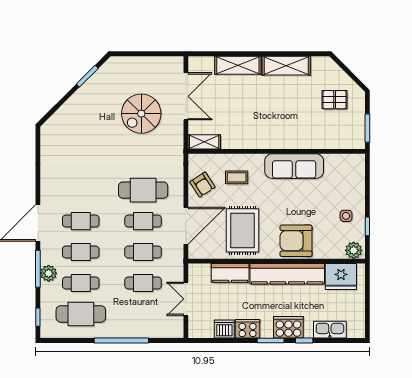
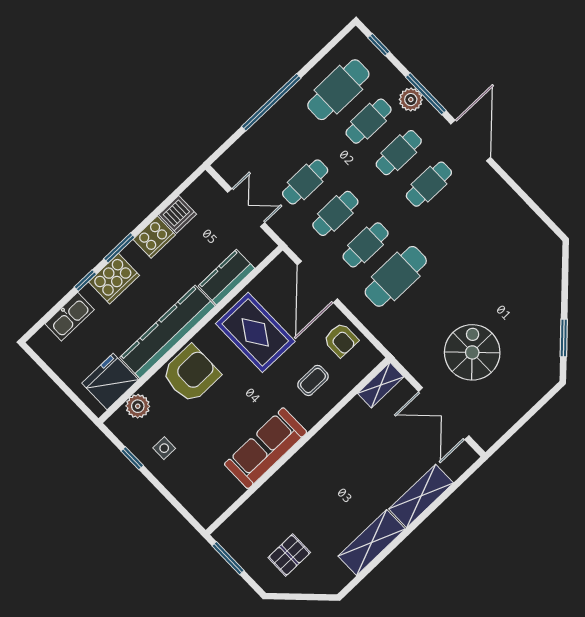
armchair: (202, 185) -> (341, 340), turned -147
plant: (354, 250) -> (138, 406), moved

